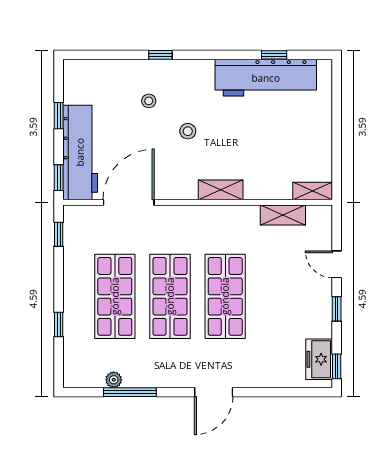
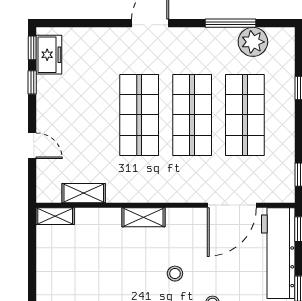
window: (337, 309) -> (32, 82), moved
plant: (114, 380) -> (253, 42), width x1.88, depth x1.88

